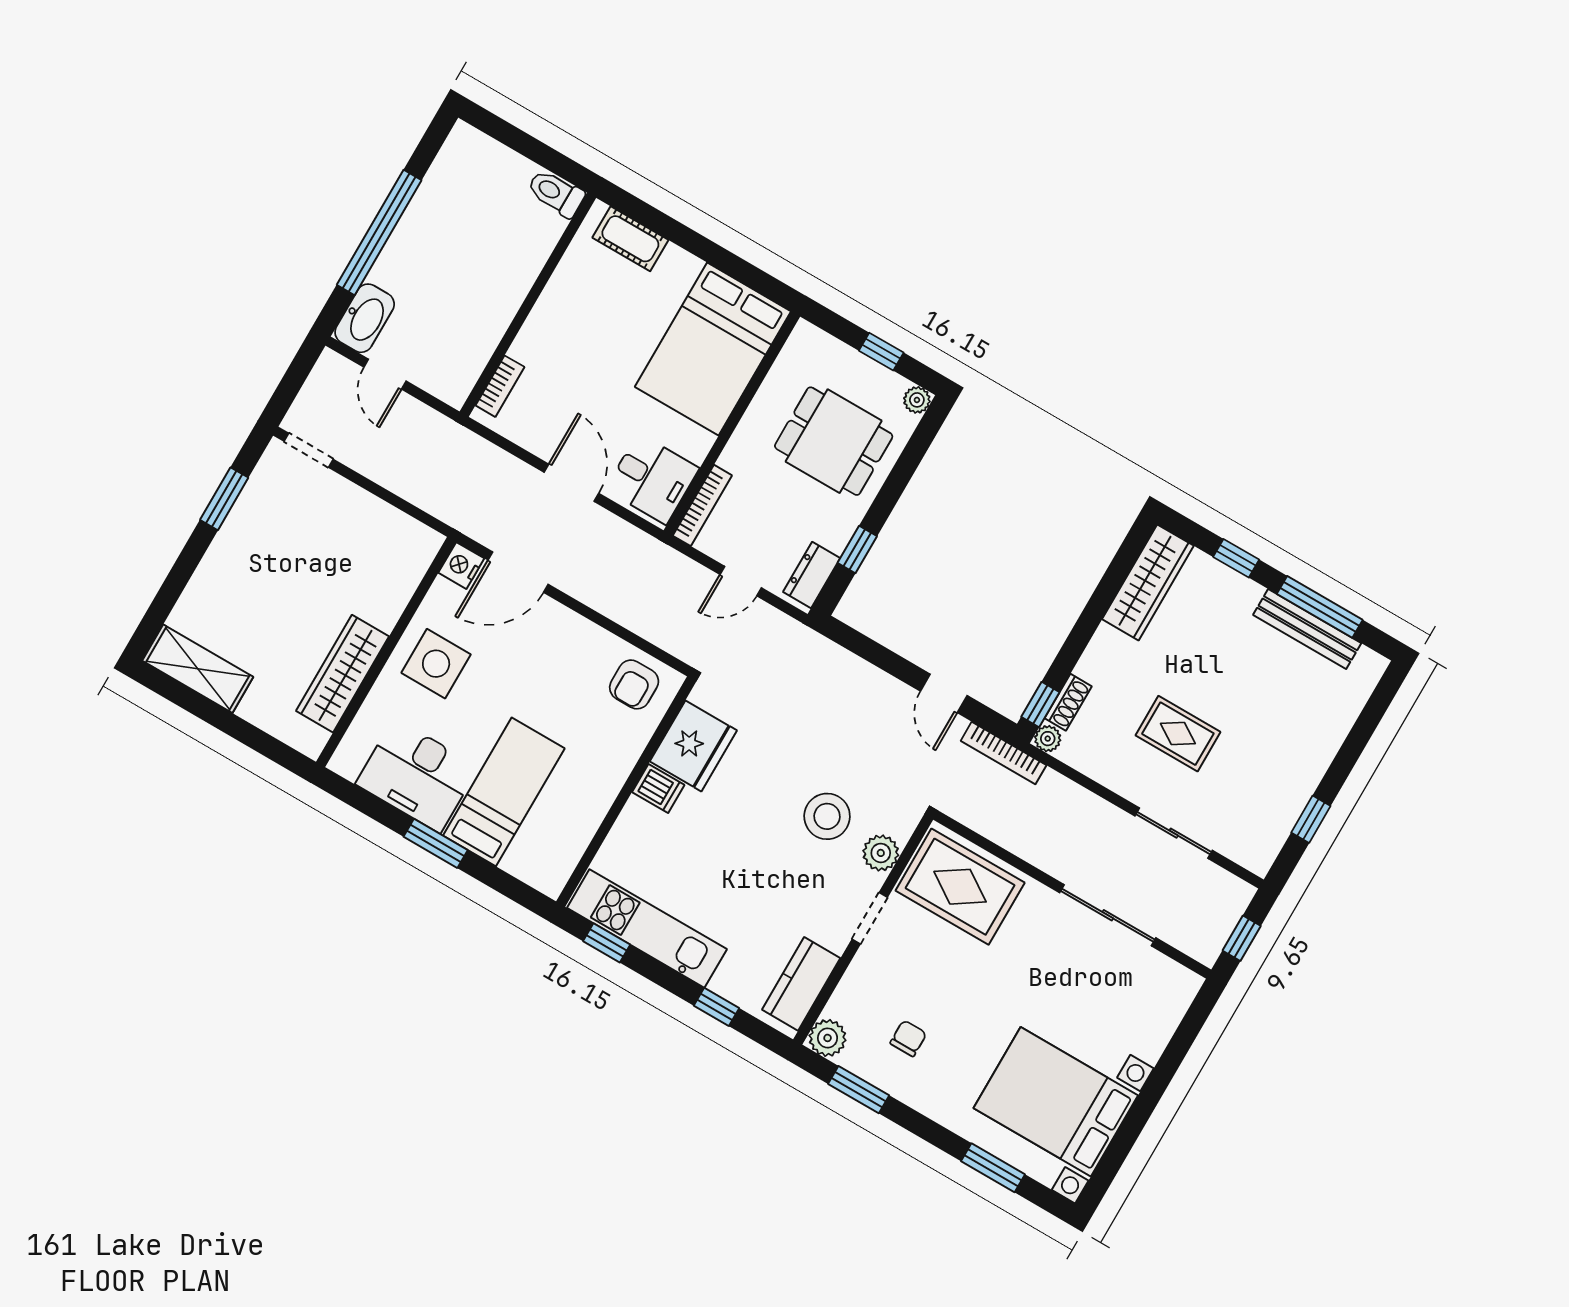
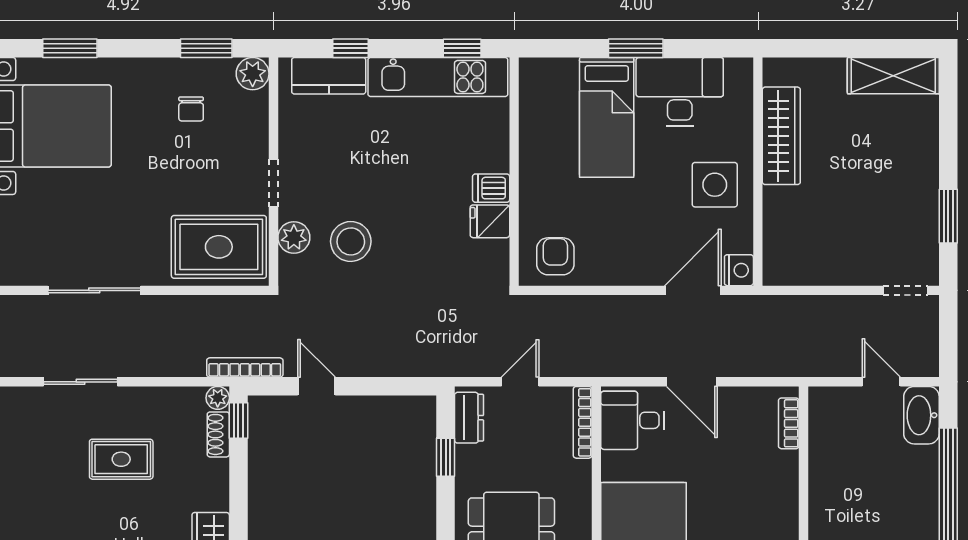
fridge: (693, 746) -> (490, 221), width x0.53, depth x0.75
kitchen counter: (801, 984) -> (329, 76), moved, turned 90

